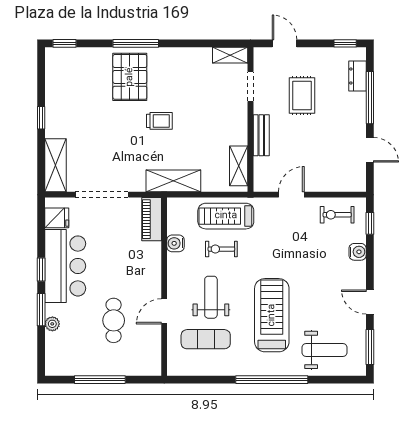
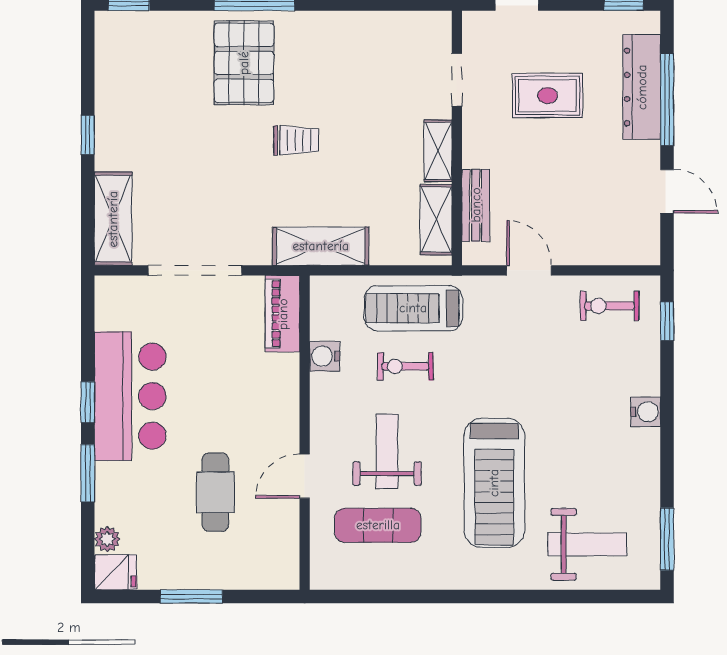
shelving: (230, 55) -> (438, 151), moved, turned 90
dresser: (358, 76) -> (642, 87), width x1.96, depth x1.24
rug: (302, 95) -> (547, 96), turned 90
bench: (261, 135) -> (476, 205), moved
door: (291, 195) -> (529, 270), hinge flipped
fridge: (57, 218) -> (115, 572), moved
water cooler: (358, 252) -> (646, 412), moved
door: (370, 302) -> (667, 460), removed
treadmill: (272, 315) -> (494, 483), turned 180
plant: (52, 324) -> (107, 539), moved
window: (100, 380) -> (191, 596), width x0.69
window: (272, 380) -> (494, 596), removed

